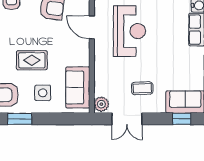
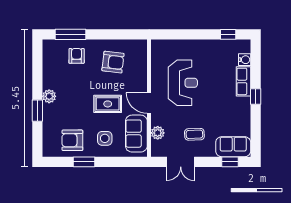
door: (92, 27) -> (149, 103), moved
rug: (32, 60) -> (108, 104), moved
plant: (101, 104) -> (158, 133), moved

